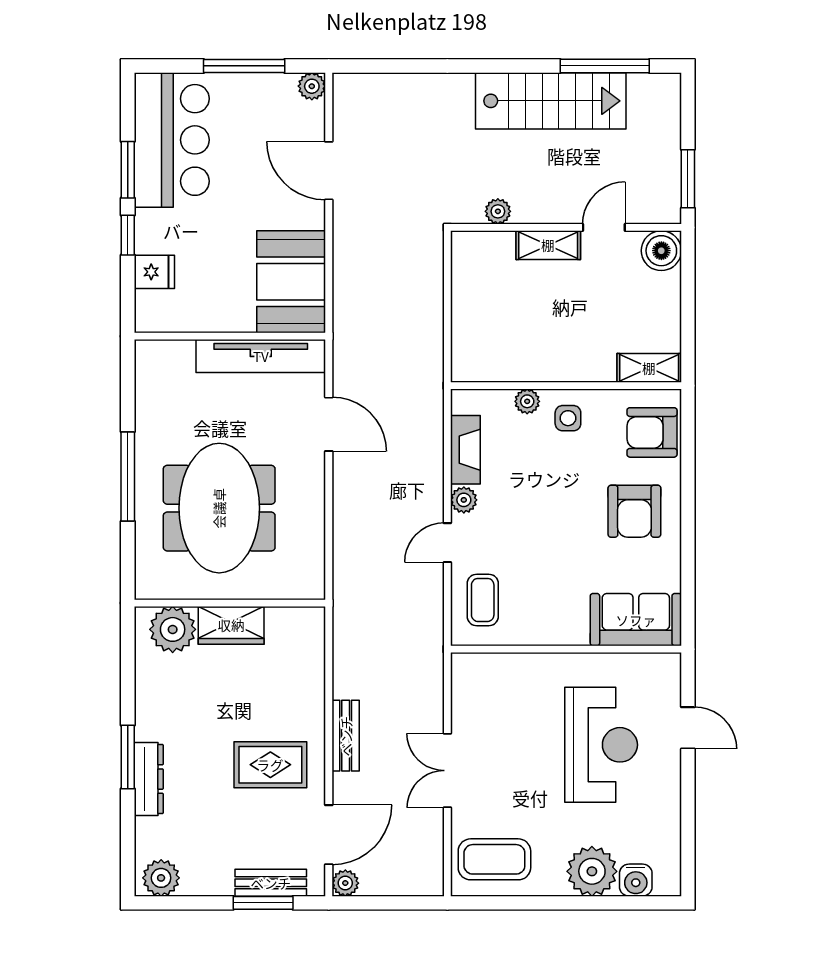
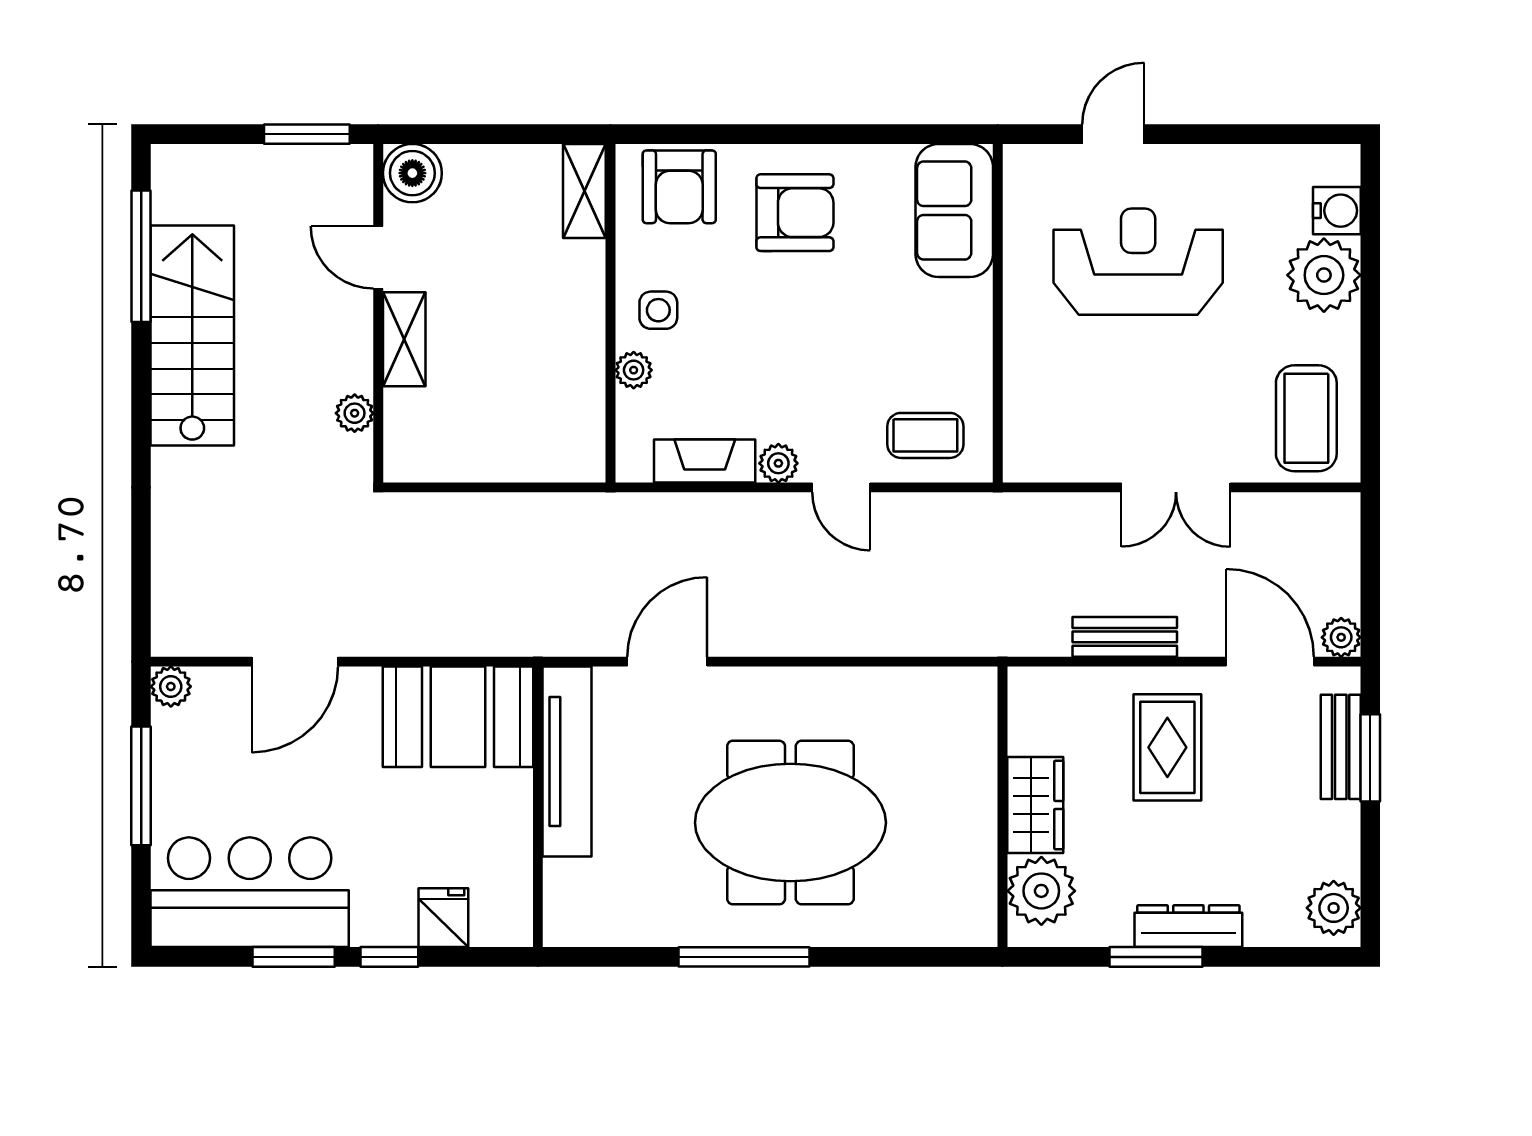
wall: (230, 603) -> (1003, 807), moved
wardrobe: (231, 625) -> (1035, 805), moved
plant: (173, 629) -> (1041, 891), moved

